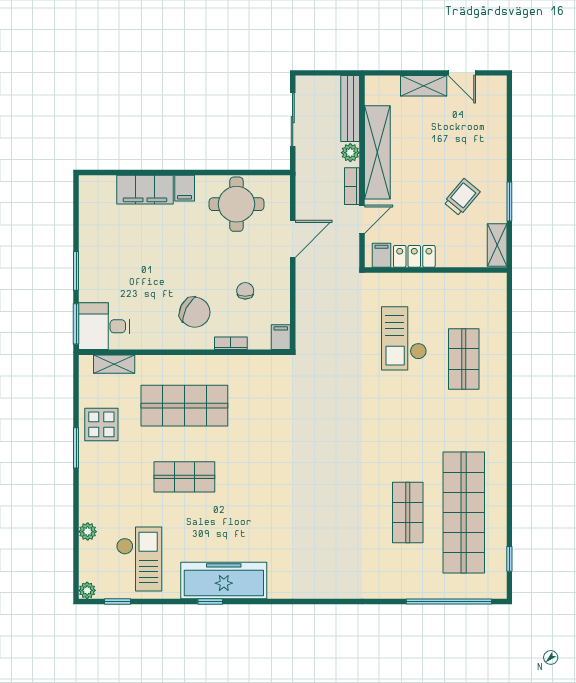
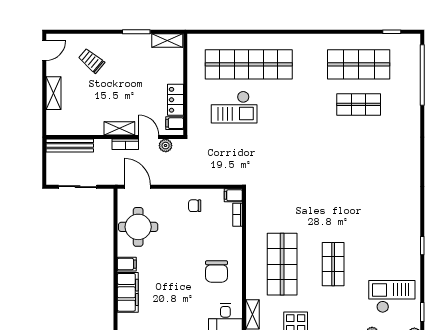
door: (462, 73) -> (44, 50), moved
shelving: (377, 152) -> (119, 128), width x0.45, depth x0.75
plant: (350, 153) -> (166, 146), moved
trolley: (462, 197) -> (91, 61), moved
door: (293, 239) -> (137, 187), moved
chair: (245, 291) -> (195, 206), moved
chair: (195, 312) -> (217, 271), moved, turned 153
bookcase: (231, 343) -> (238, 215), moved
shop shelf: (464, 359) -> (249, 64), width x2.00, depth x1.36
shop shelf: (464, 512) -> (359, 64), width x0.71
freezer: (224, 580) -> (407, 236), removed

